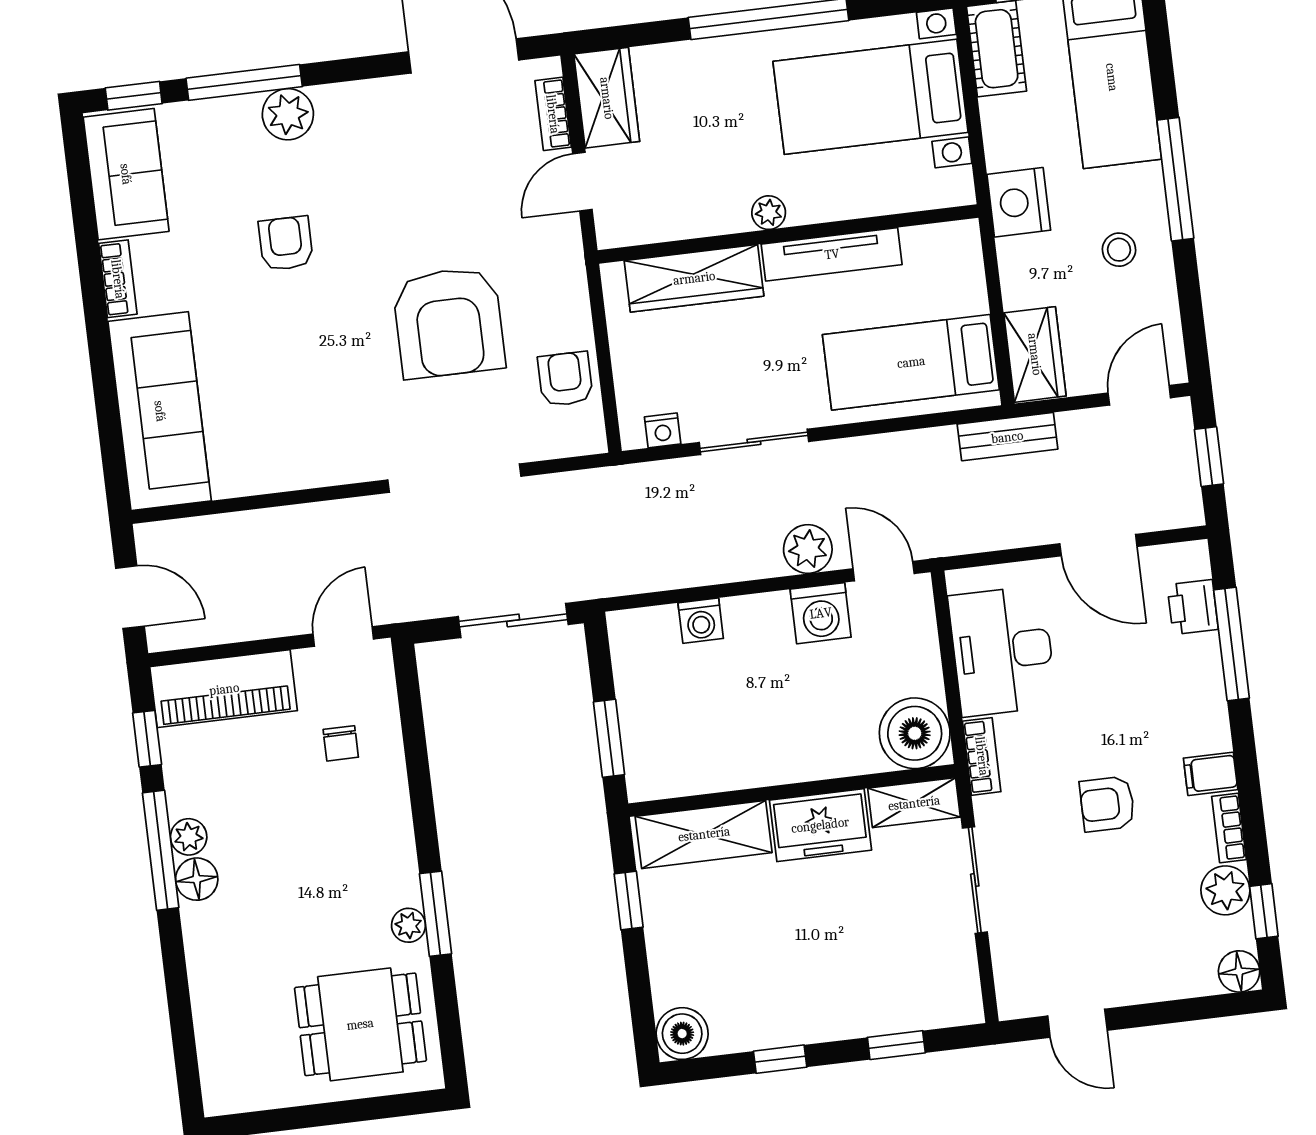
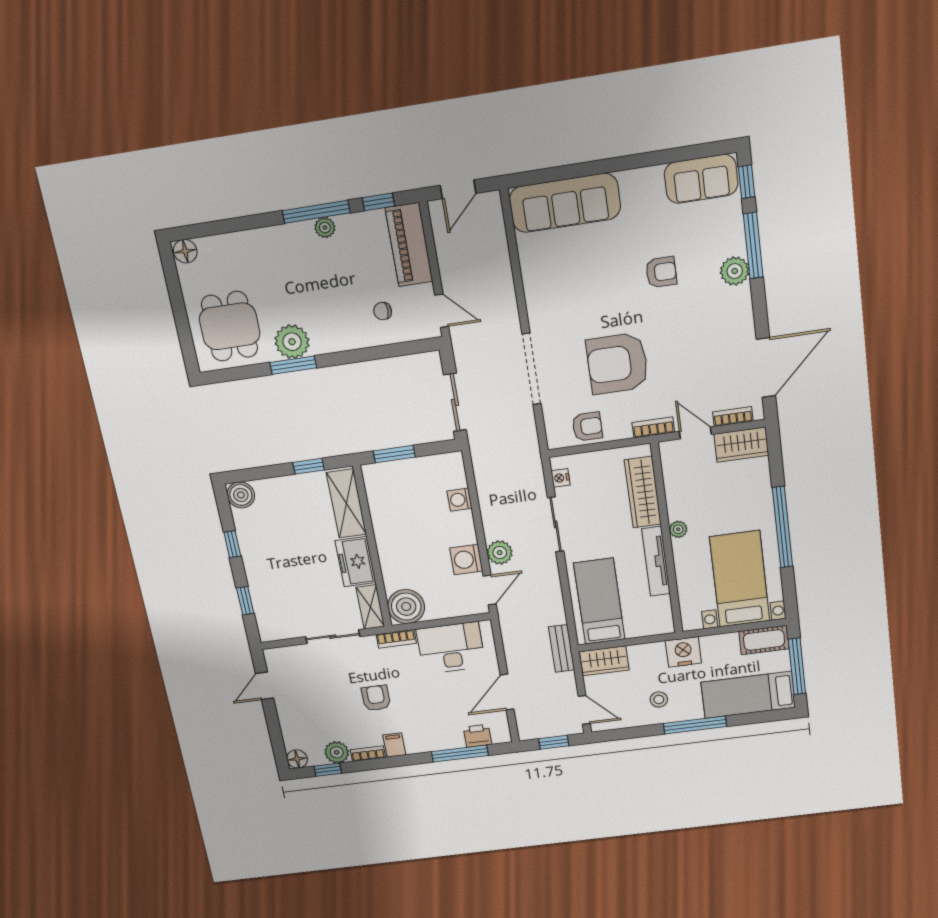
bookcase: (118, 279) -> (653, 427), moved, turned 180
floor lamp: (197, 879) -> (185, 251), moved
plant: (408, 925) -> (292, 342), width x1.87, depth x1.87

